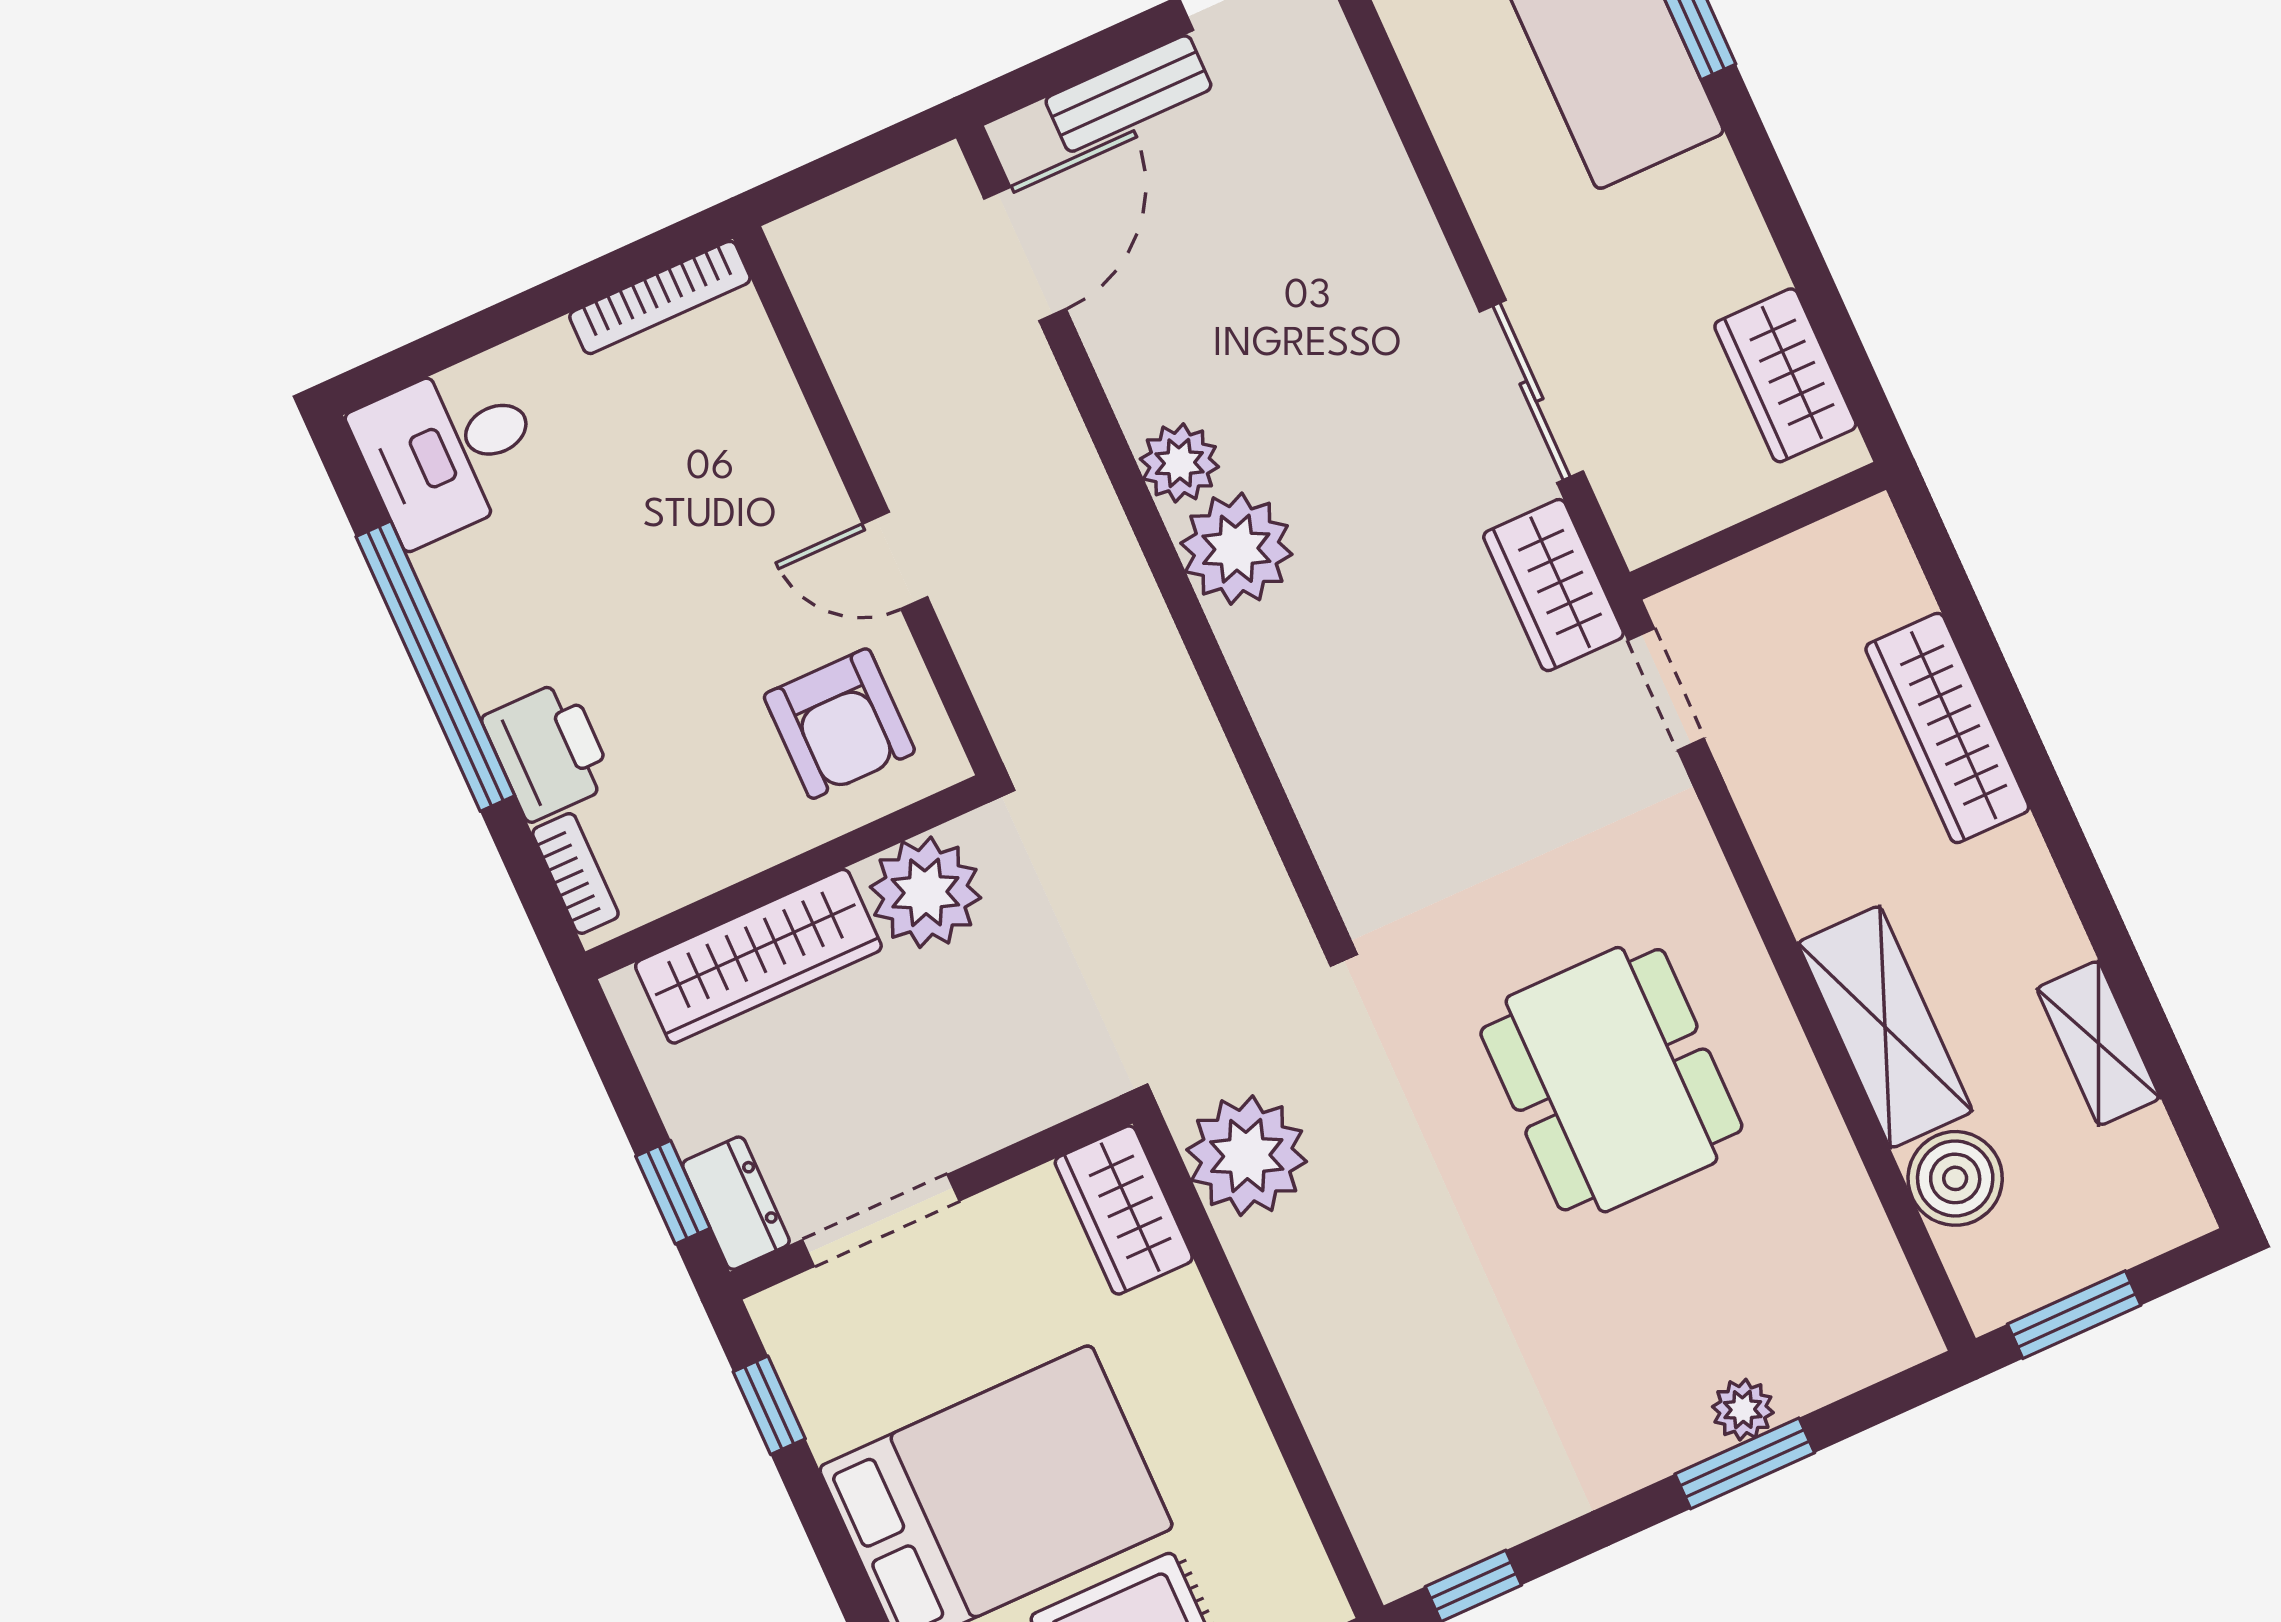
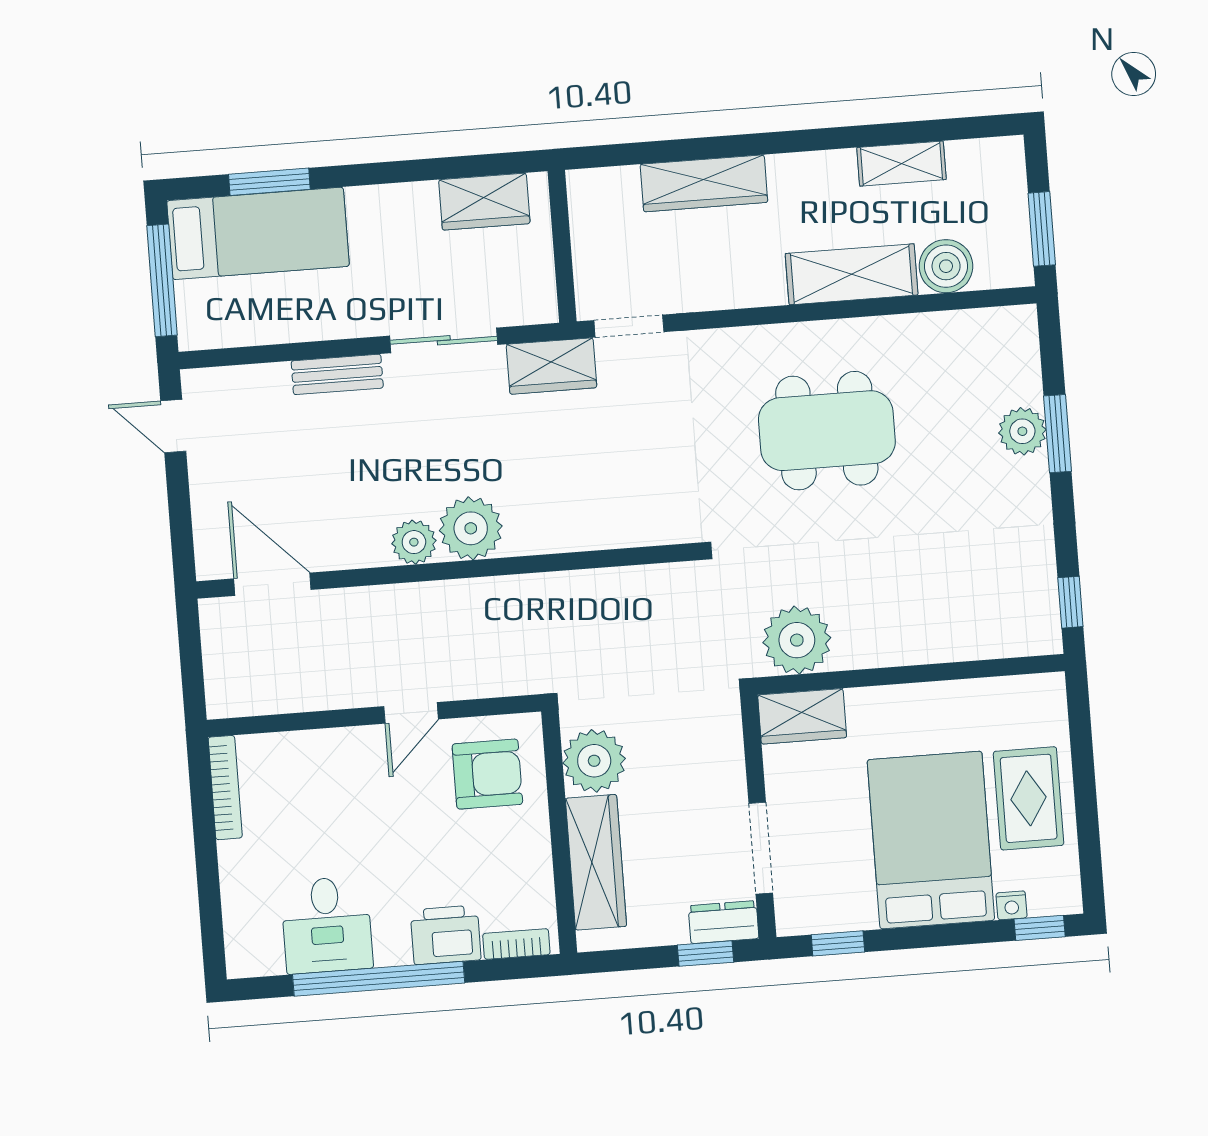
bench: (1128, 94) -> (337, 374), moved, turned 90
desk: (449, 451) -> (327, 925), moved
plant: (1743, 1410) -> (1022, 431), width x1.38, depth x1.38

